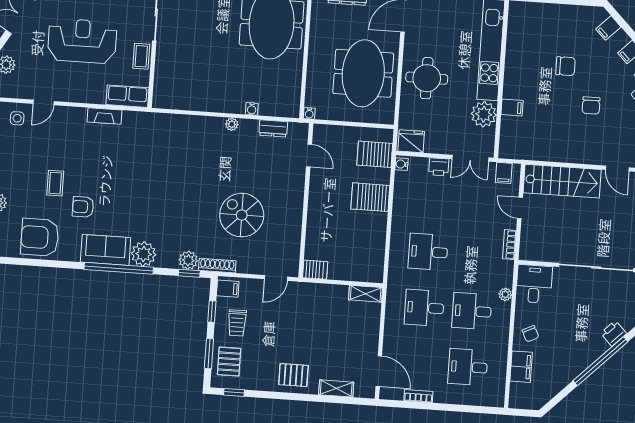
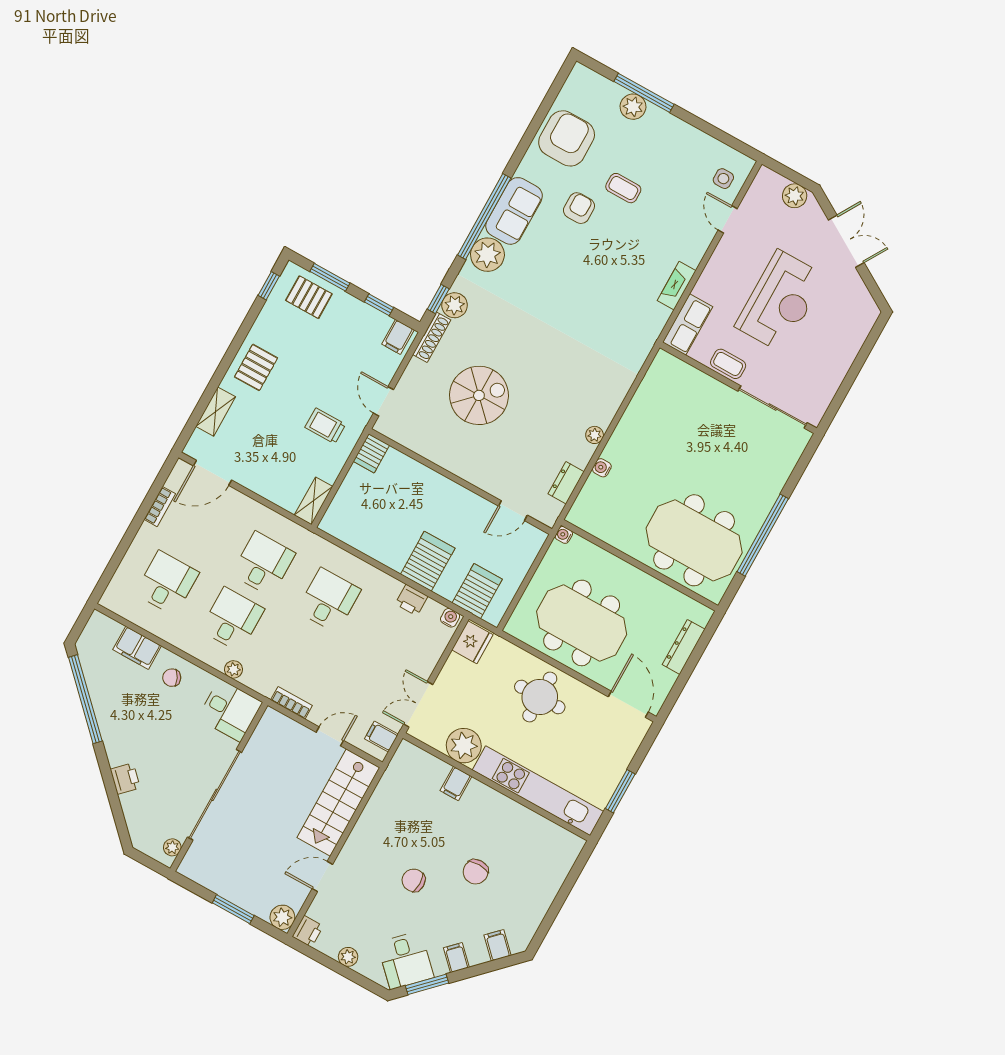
printer: (439, 167) -> (412, 600), moved, turned -90
trolley: (237, 323) -> (325, 426), moved
window: (600, 361) -> (85, 699), moved

